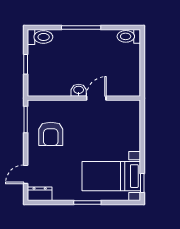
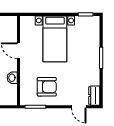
washbasin: (79, 90) -> (12, 78), moved
bed with nightstands: (111, 176) -> (55, 39), moved

